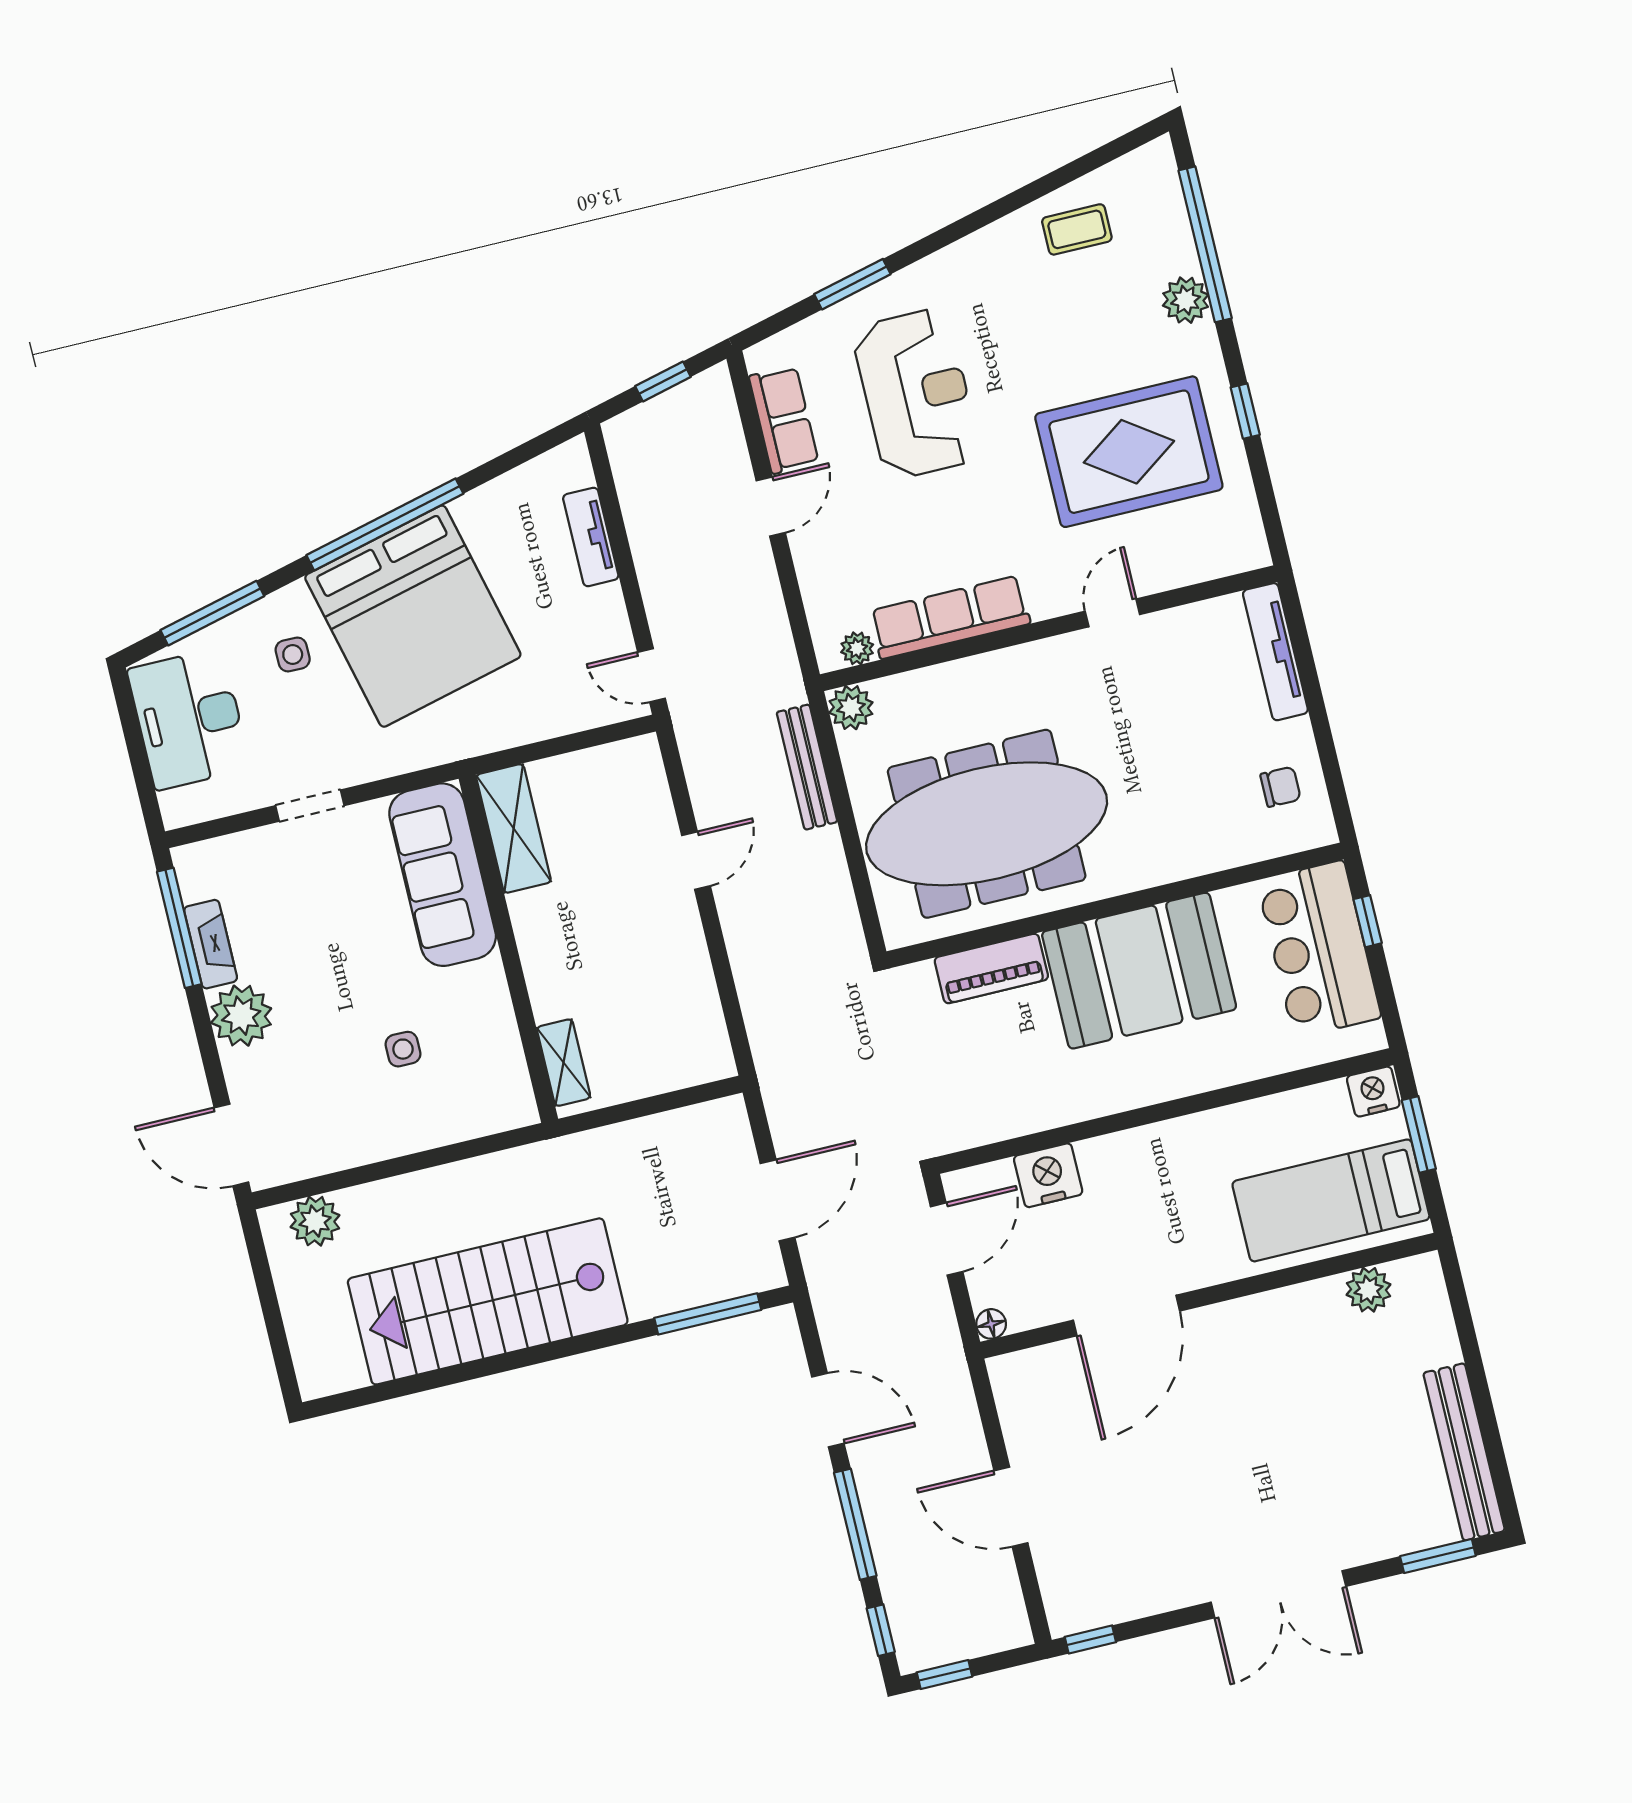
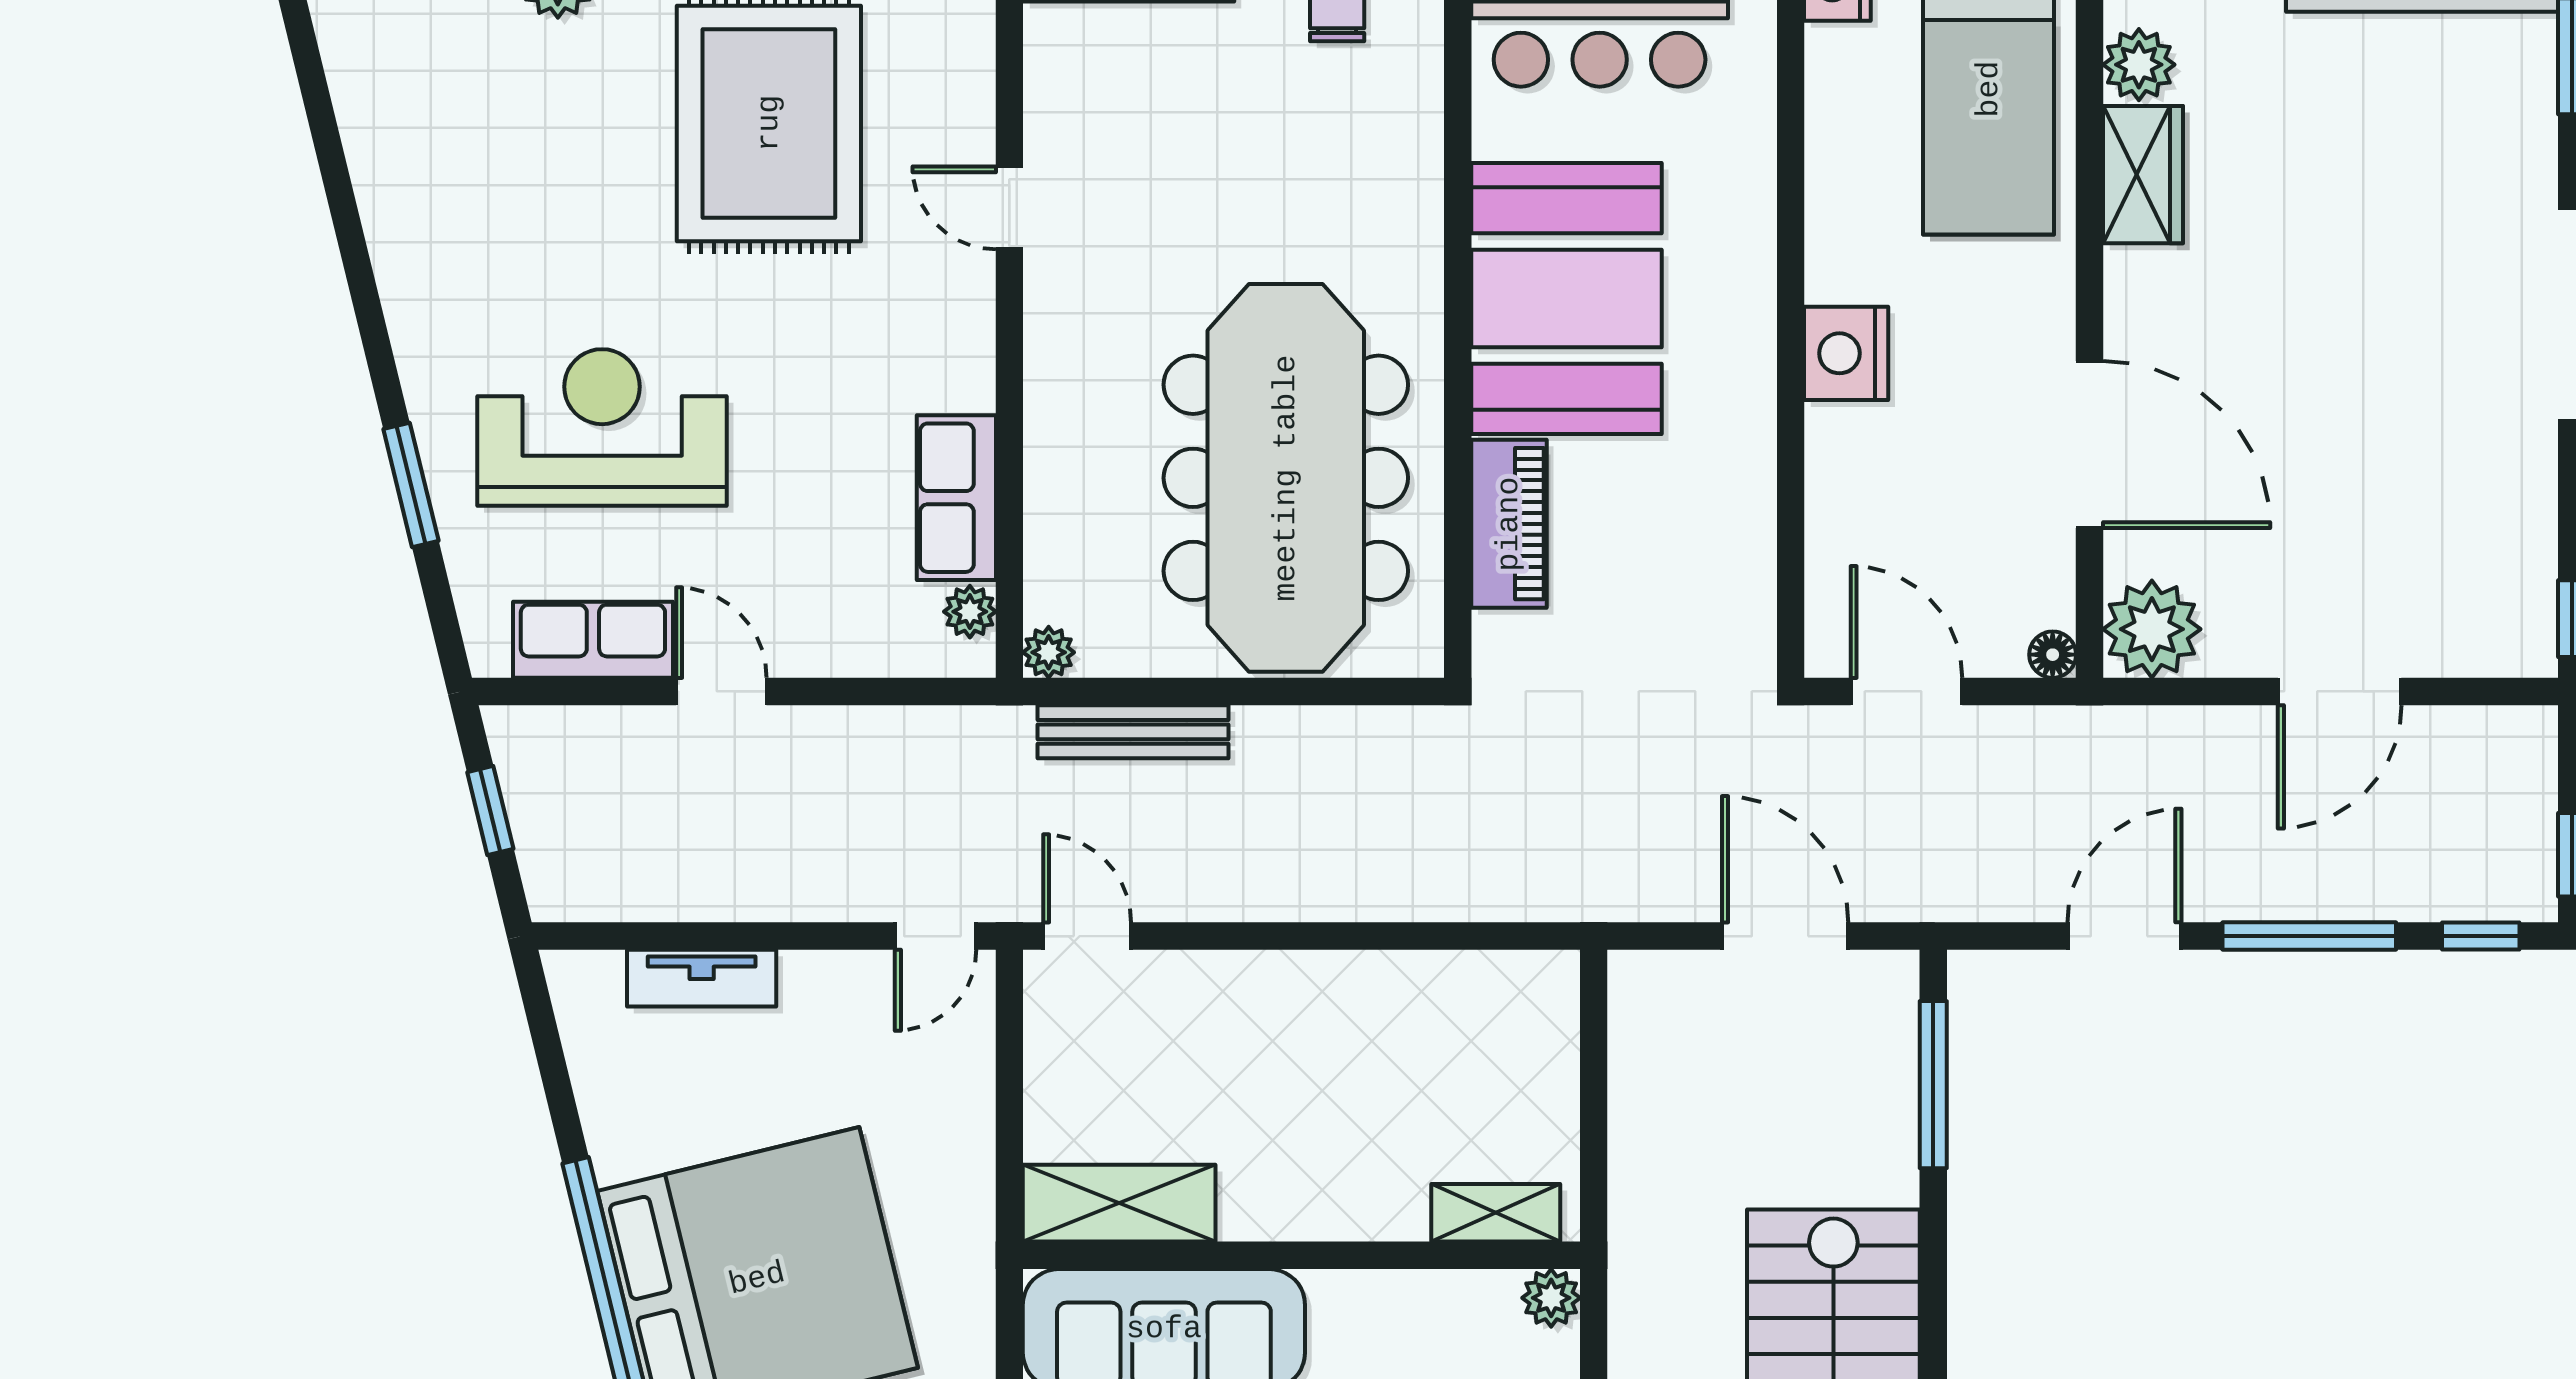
coffee table: (1077, 229) -> (410, 121), removed
row of seats: (950, 617) -> (956, 498), width x0.68
plant: (851, 708) -> (1049, 652), width x0.73, depth x0.73
door: (696, 861) -> (1087, 936), moved
plant: (519, 1109) -> (1551, 1298), added
nightstand: (1048, 1175) -> (1846, 353), moved
wardrobe: (1301, 1309) -> (2143, 175), added
plant: (1022, 1381) -> (2152, 629), added

